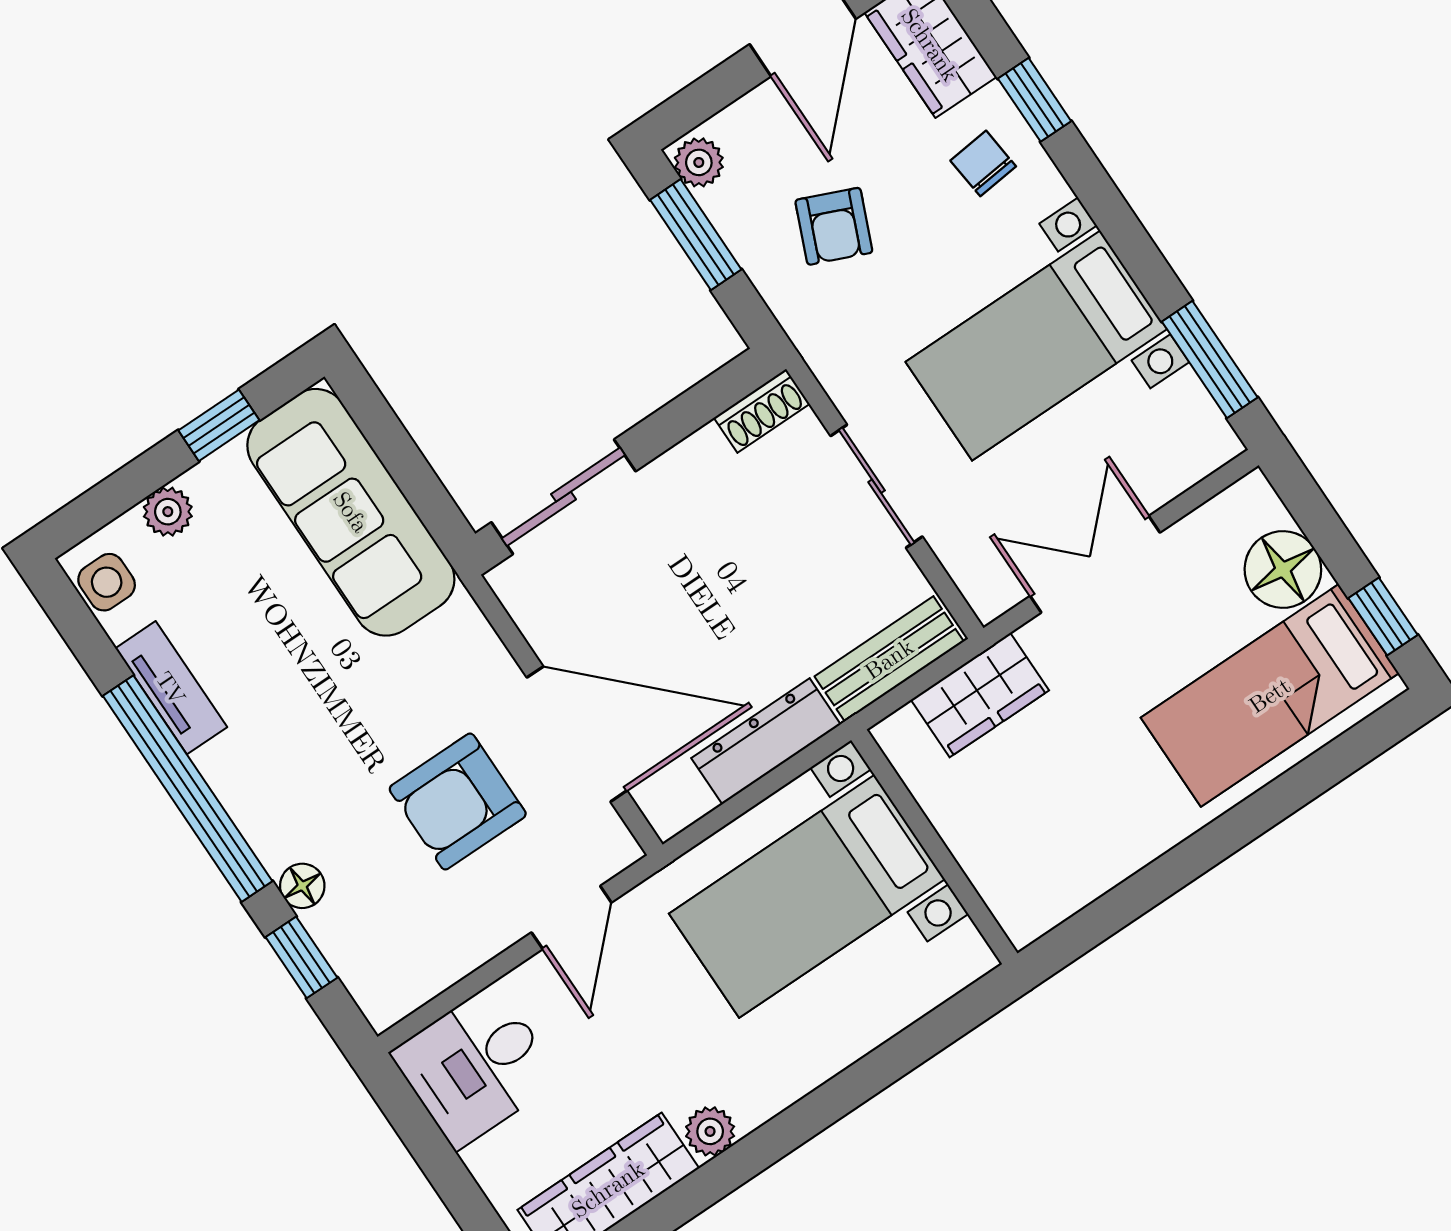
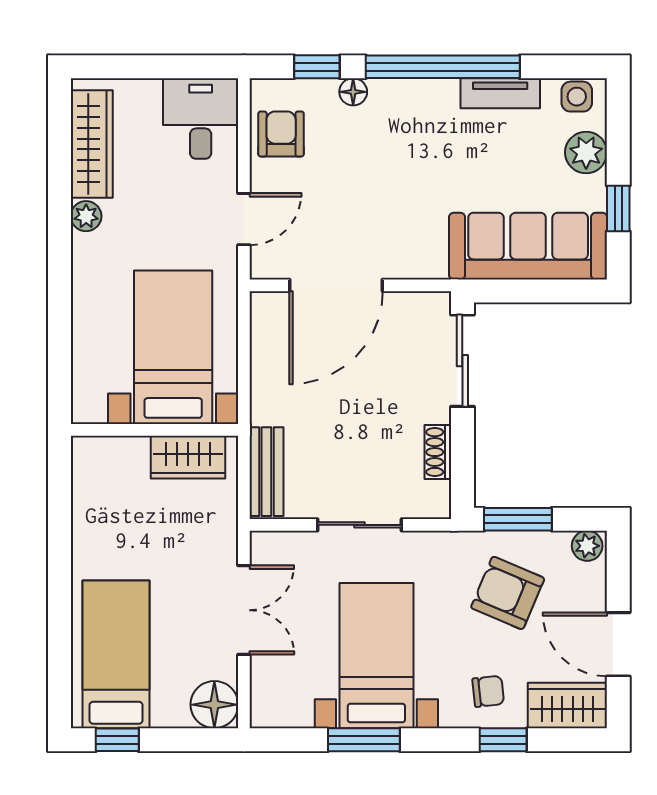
armchair: (834, 226) -> (508, 593), width x1.38, depth x1.38
window: (696, 235) -> (518, 519), moved
window: (1210, 360) -> (364, 740), moved
shoe rack: (762, 411) -> (438, 452), moved
plant: (168, 512) -> (586, 152), width x1.38, depth x1.38
floor lamp: (1283, 569) -> (214, 705), moved
wardrobe: (980, 695) -> (188, 457), moved, turned -90
dresser: (766, 741) -> (267, 380), removed
armchair: (458, 802) -> (281, 134), moved, width x0.72, depth x0.72
door: (571, 917) -> (244, 219), swing flipped

